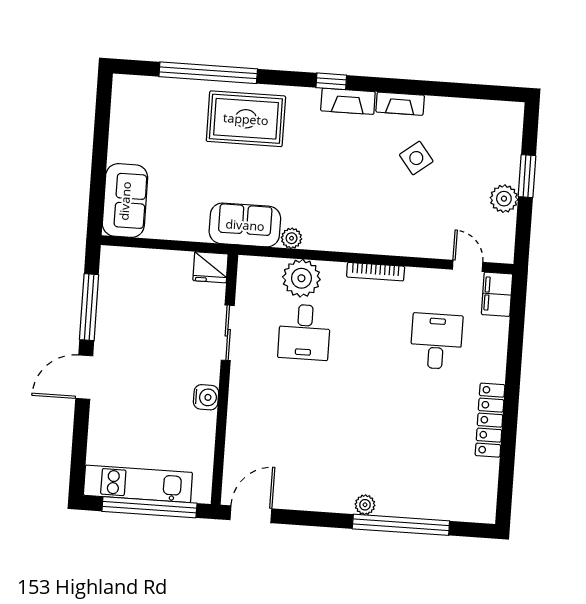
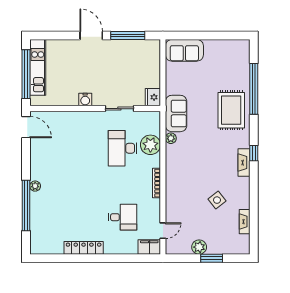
fireplace: (400, 104) -> (245, 222), moved
desk: (304, 332) -> (123, 148), width x1.37

